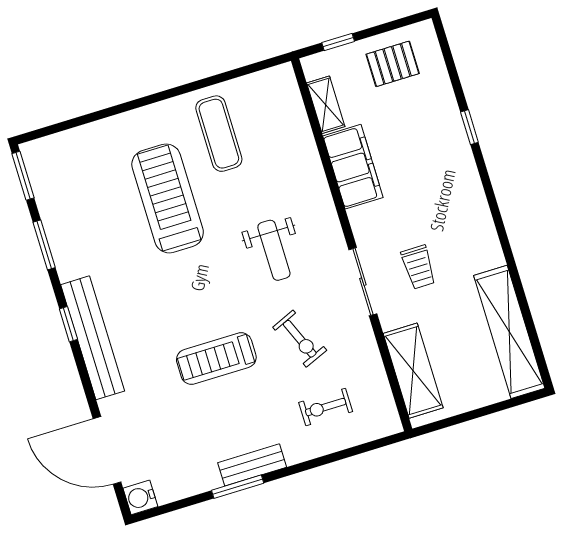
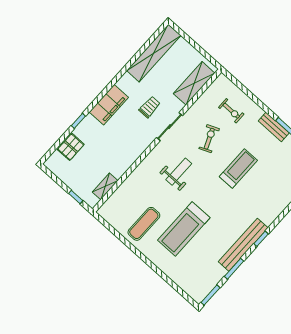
pallet: (393, 64) -> (71, 147), moved, turned 90
filing cabinet: (353, 167) -> (109, 105), moved, turned 180
bench: (93, 338) -> (243, 245), moved
treadmill: (216, 359) -> (238, 169), turned -90

